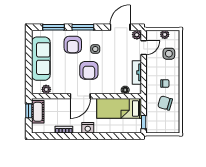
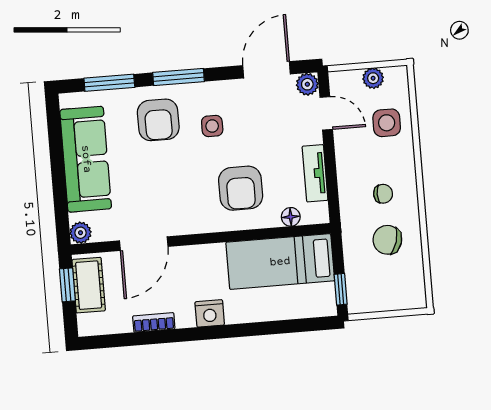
door: (144, 48) -> (326, 113), hinge flipped
armchair: (89, 70) -> (241, 188), moved
plant: (46, 89) -> (80, 233), moved
door: (80, 96) -> (144, 244), moved

